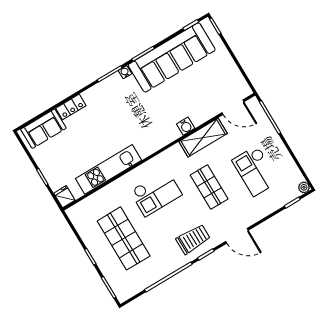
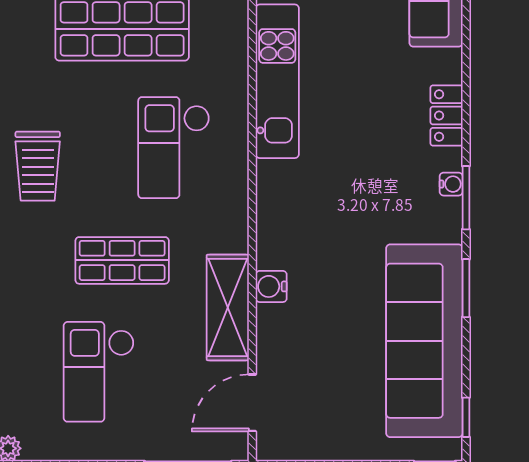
water cooler: (125, 72) -> (451, 184), moved
locker: (71, 107) -> (446, 116), moved
checkout: (255, 171) -> (99, 372), turned -90

